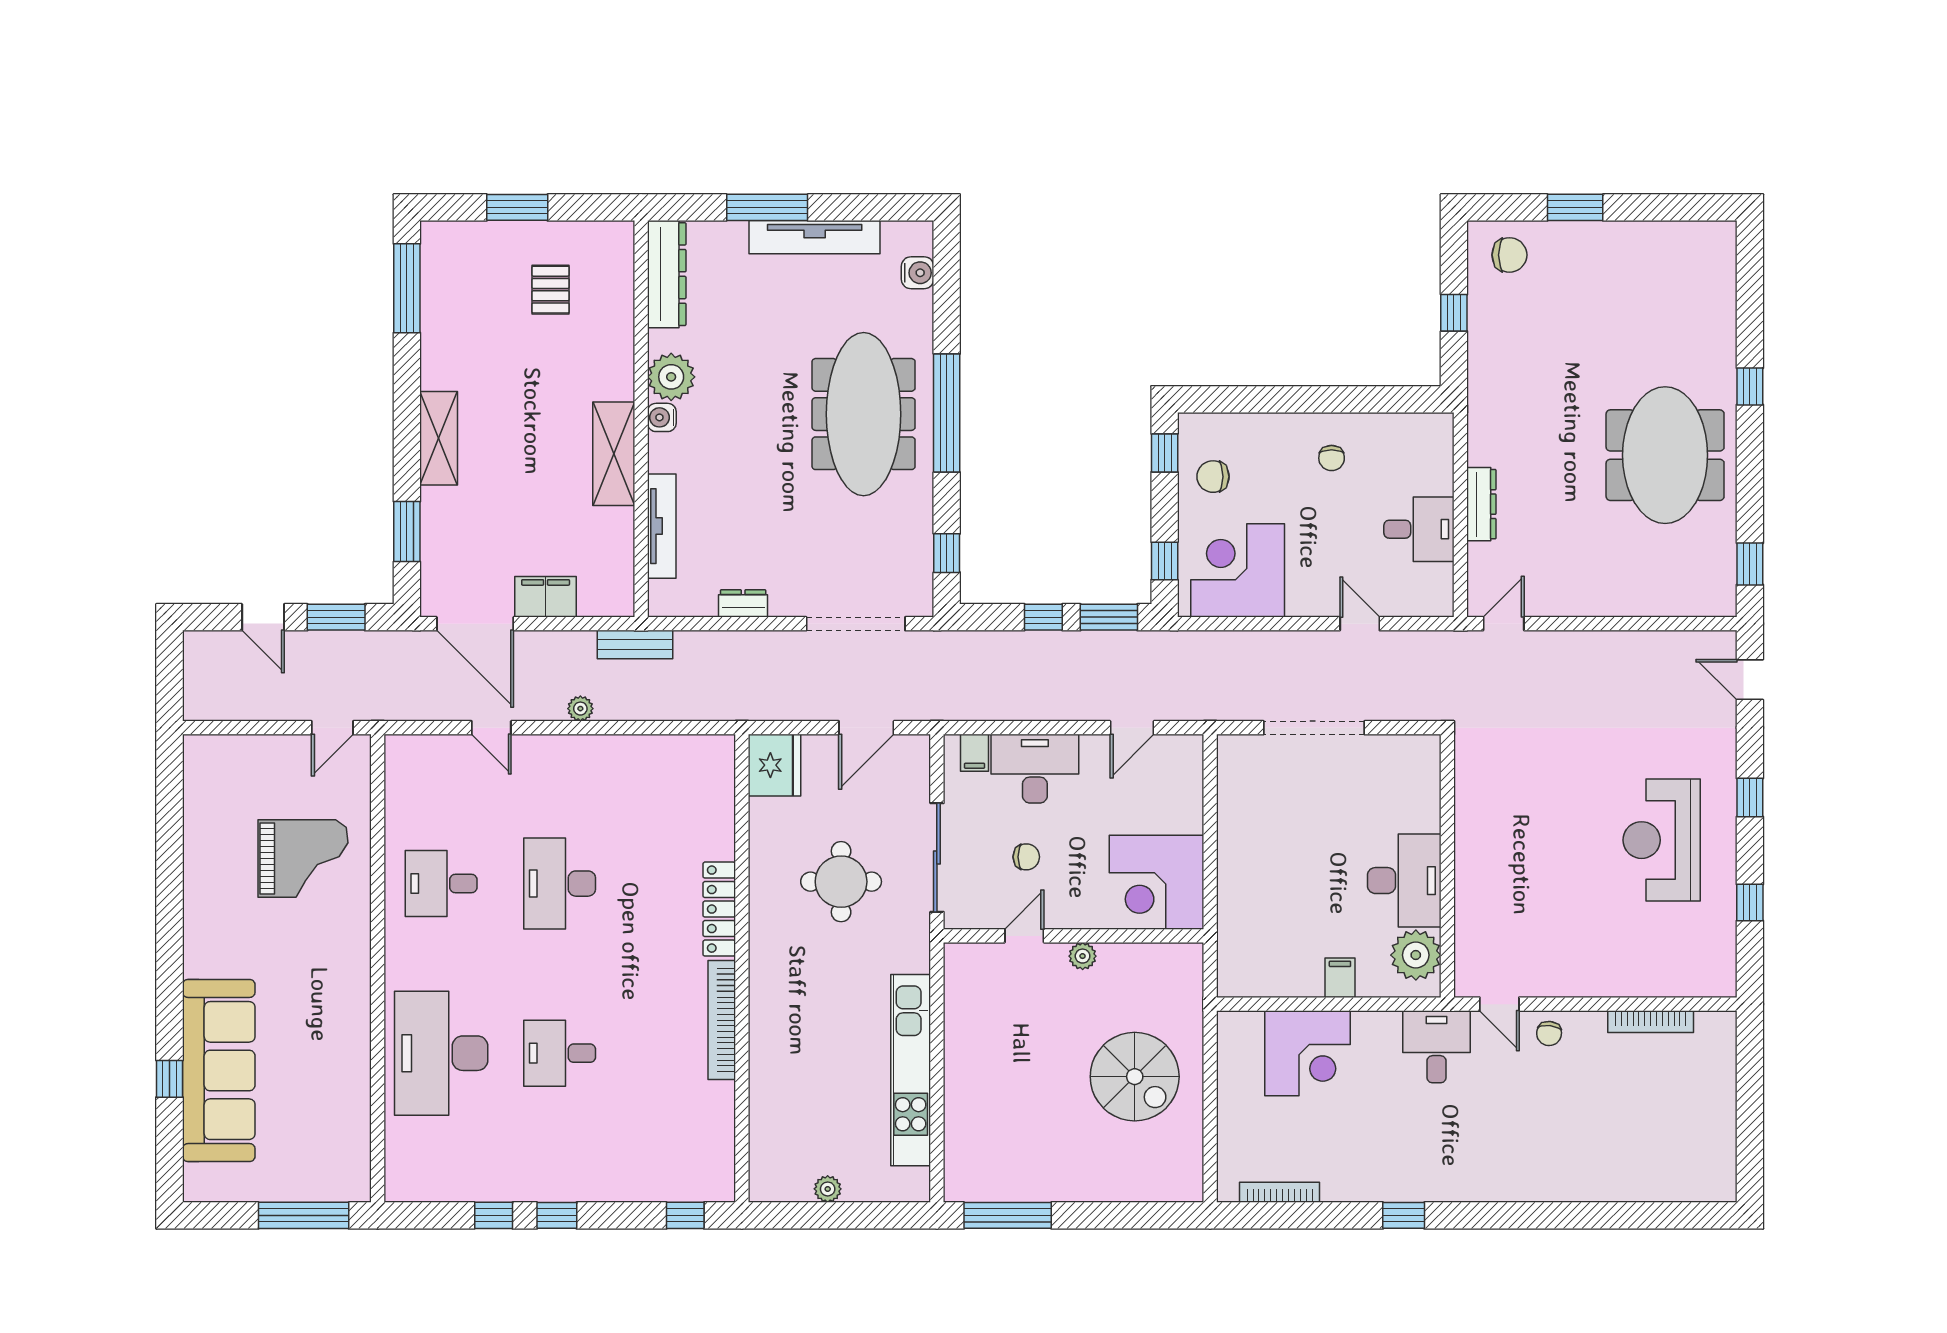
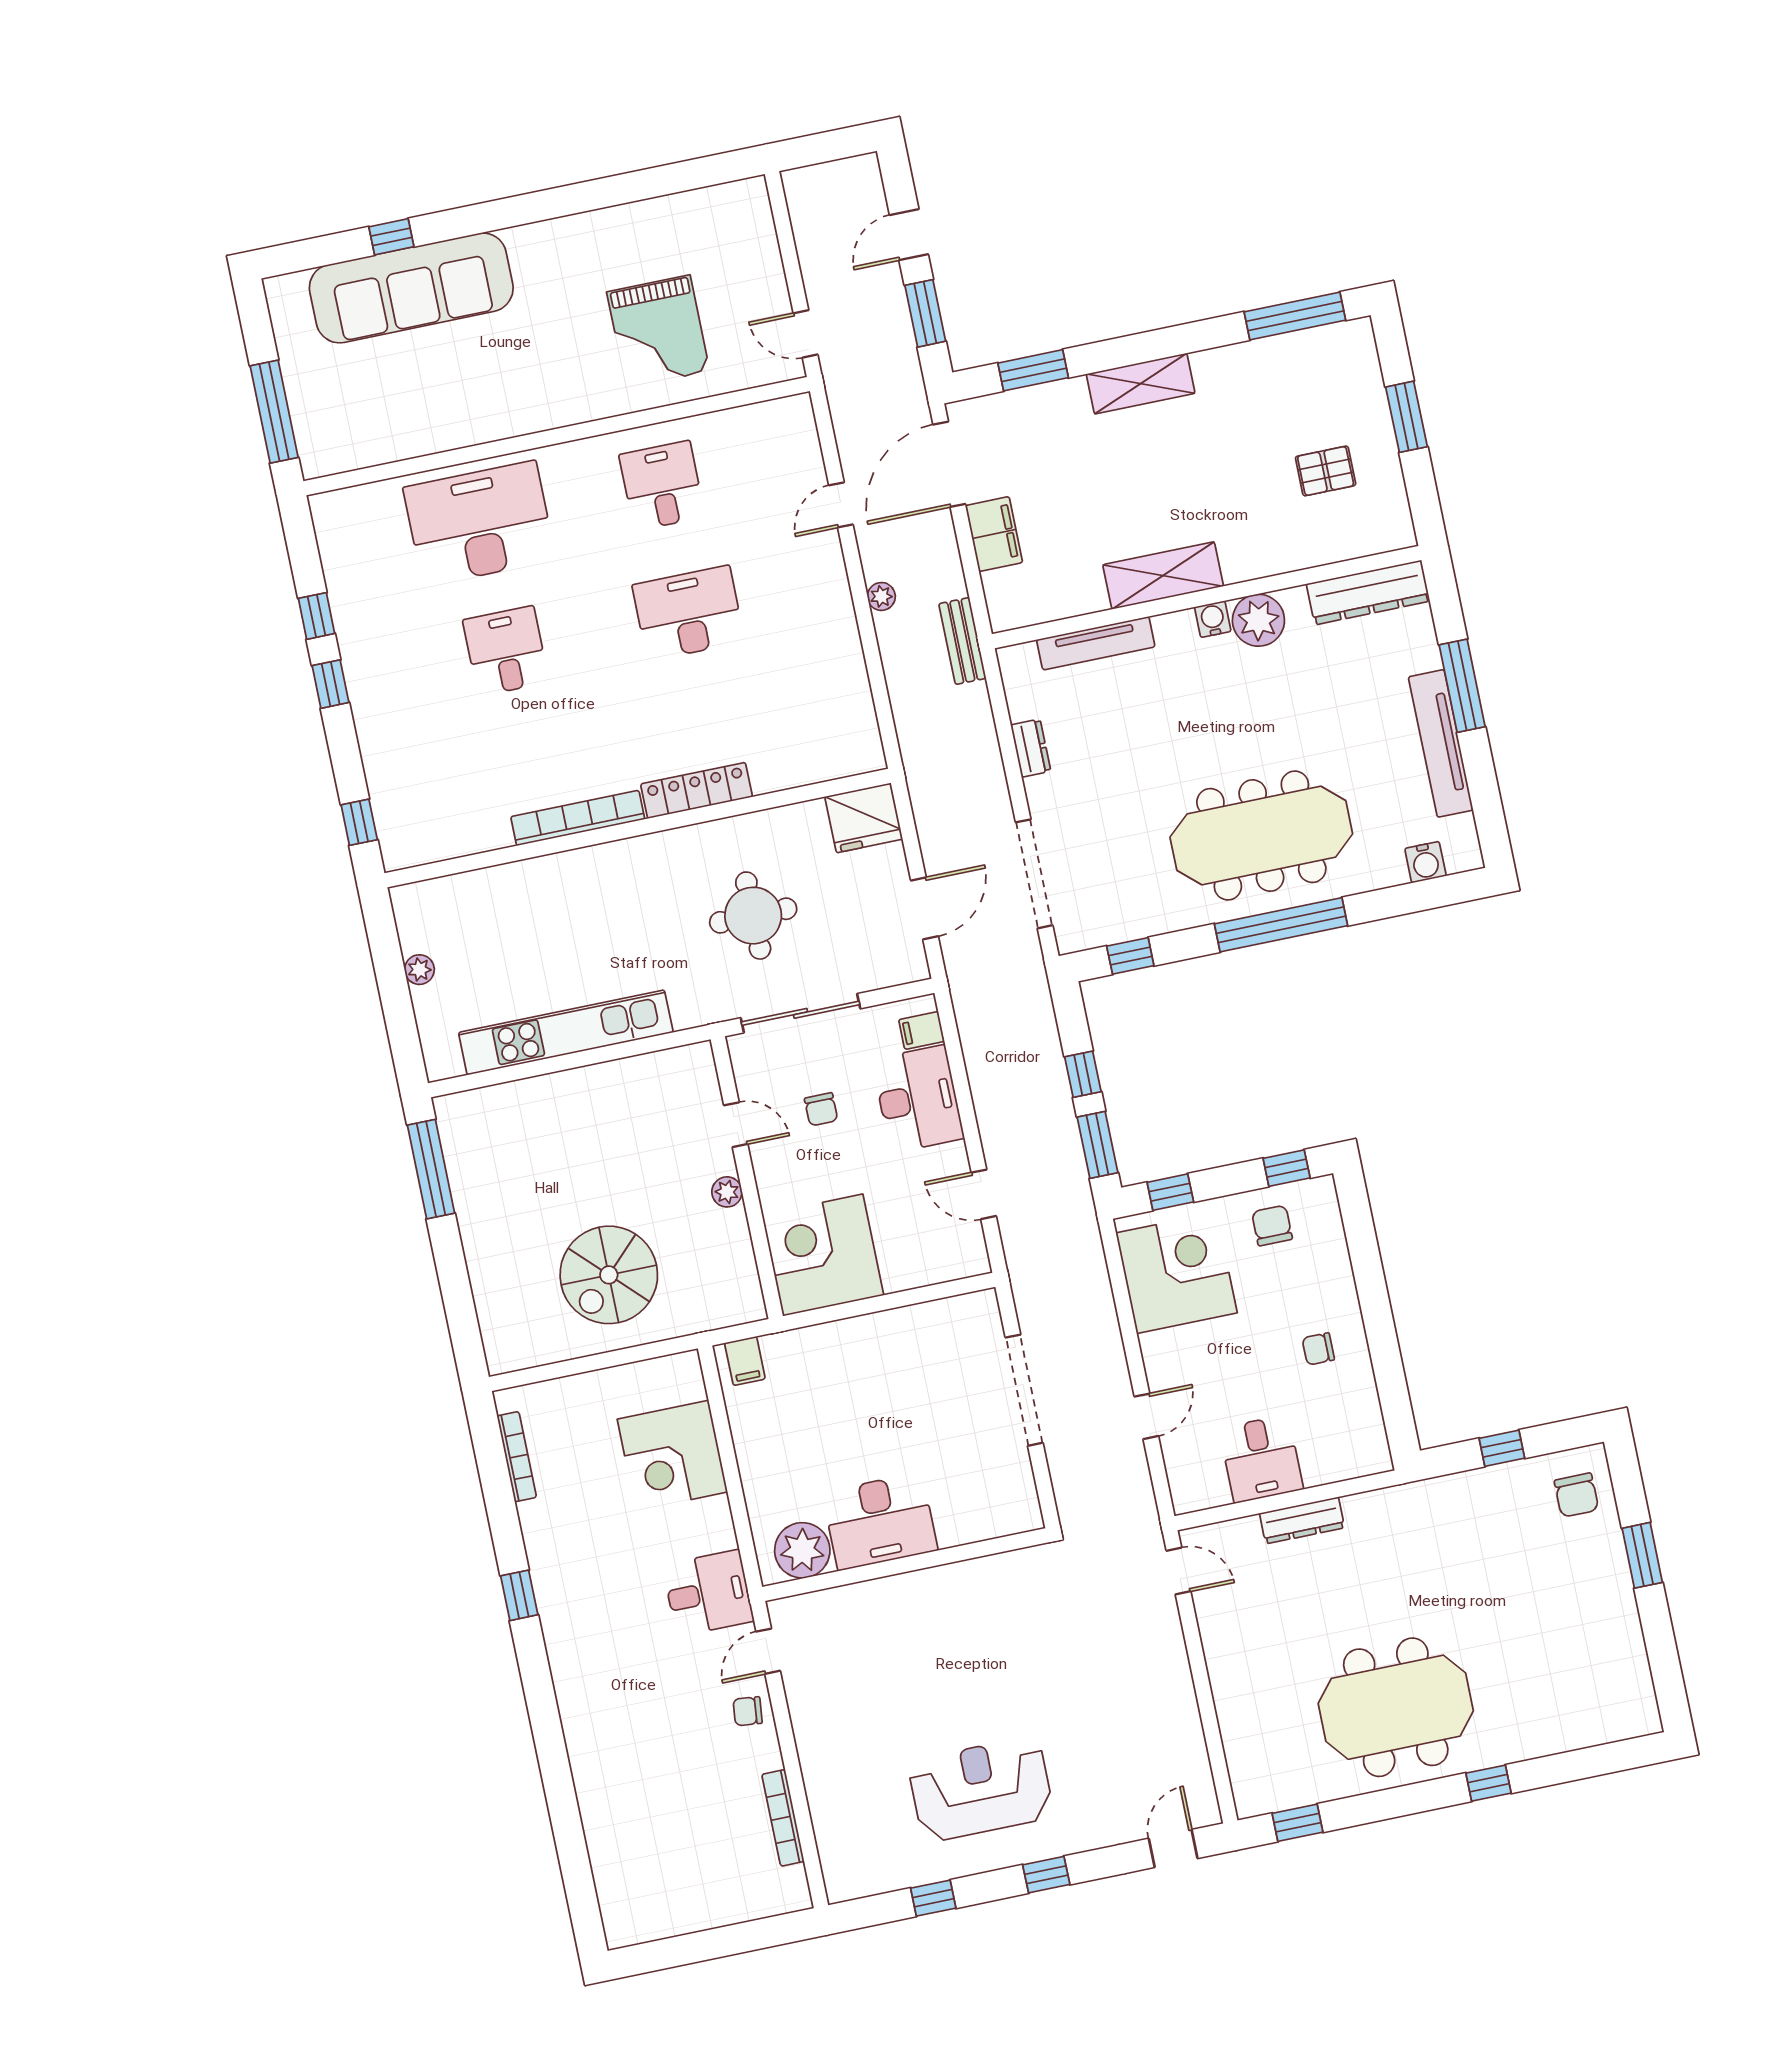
door: (866, 728) -> (924, 908), swing flipped
filing cabinet: (1340, 978) -> (745, 1361), moved, turned 90

